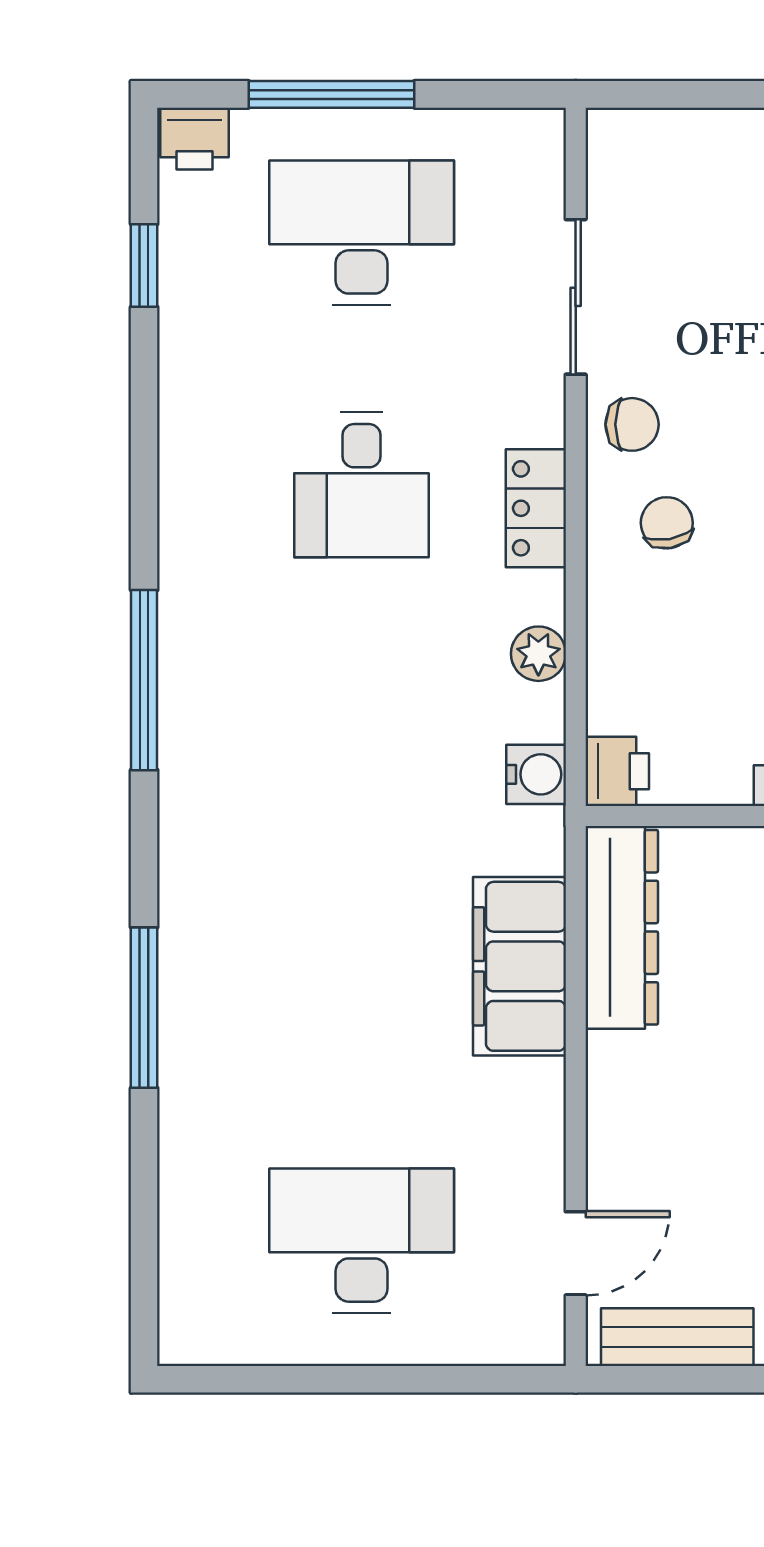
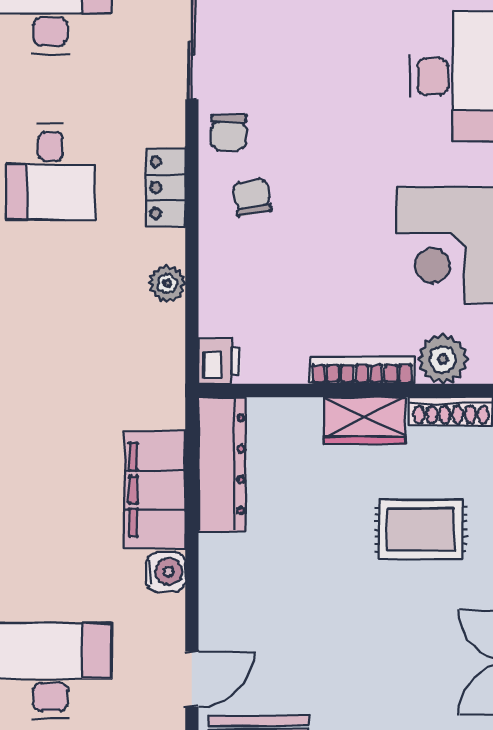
chair: (632, 424) -> (229, 132), turned 90
water cooler: (536, 774) -> (166, 572), moved

